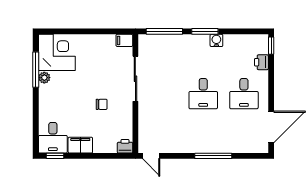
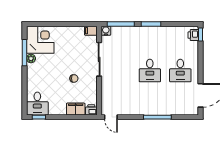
water cooler: (216, 40) -> (106, 31), moved
printer: (261, 62) -> (193, 35), moved
filing cabinet: (80, 145) -> (76, 109), moved

